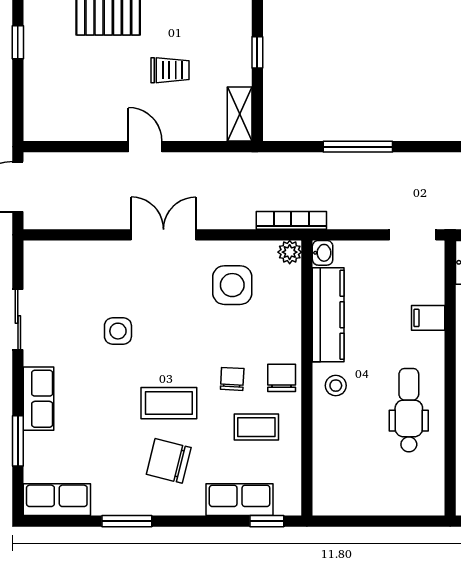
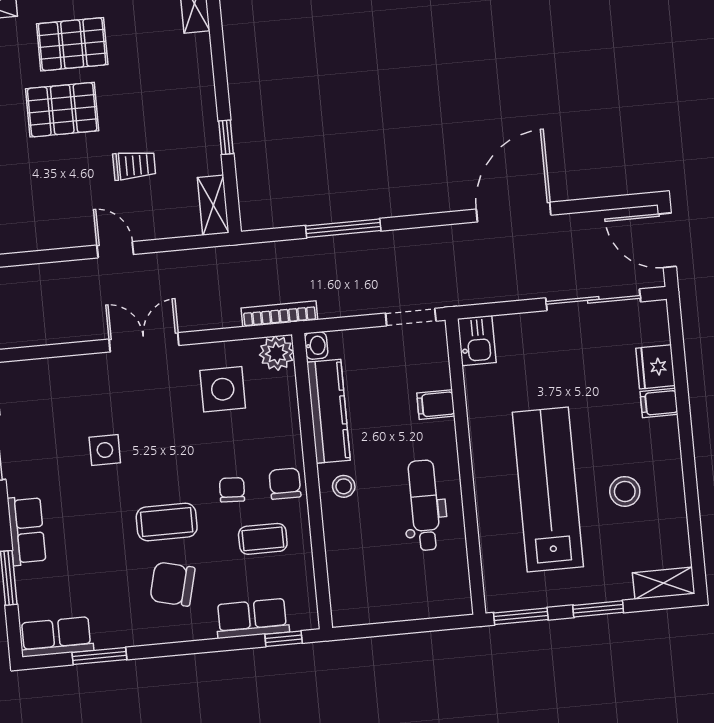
plant: (290, 252) -> (277, 353), width x1.38, depth x1.38
window: (127, 521) -> (99, 656), moved

